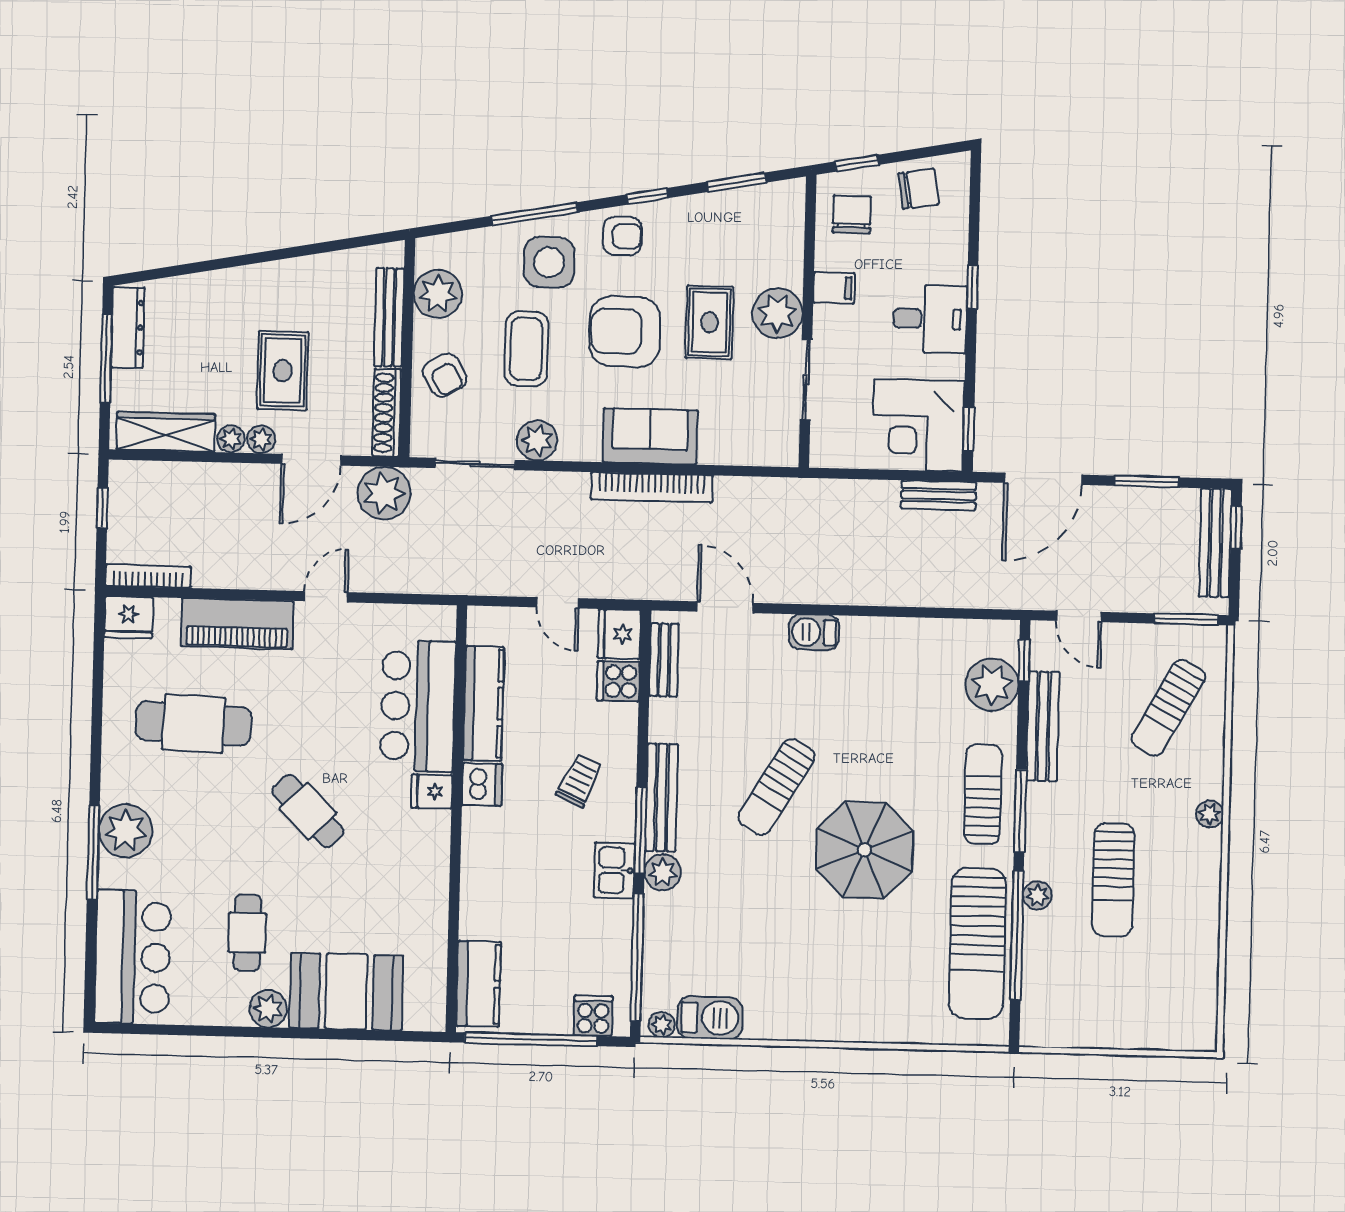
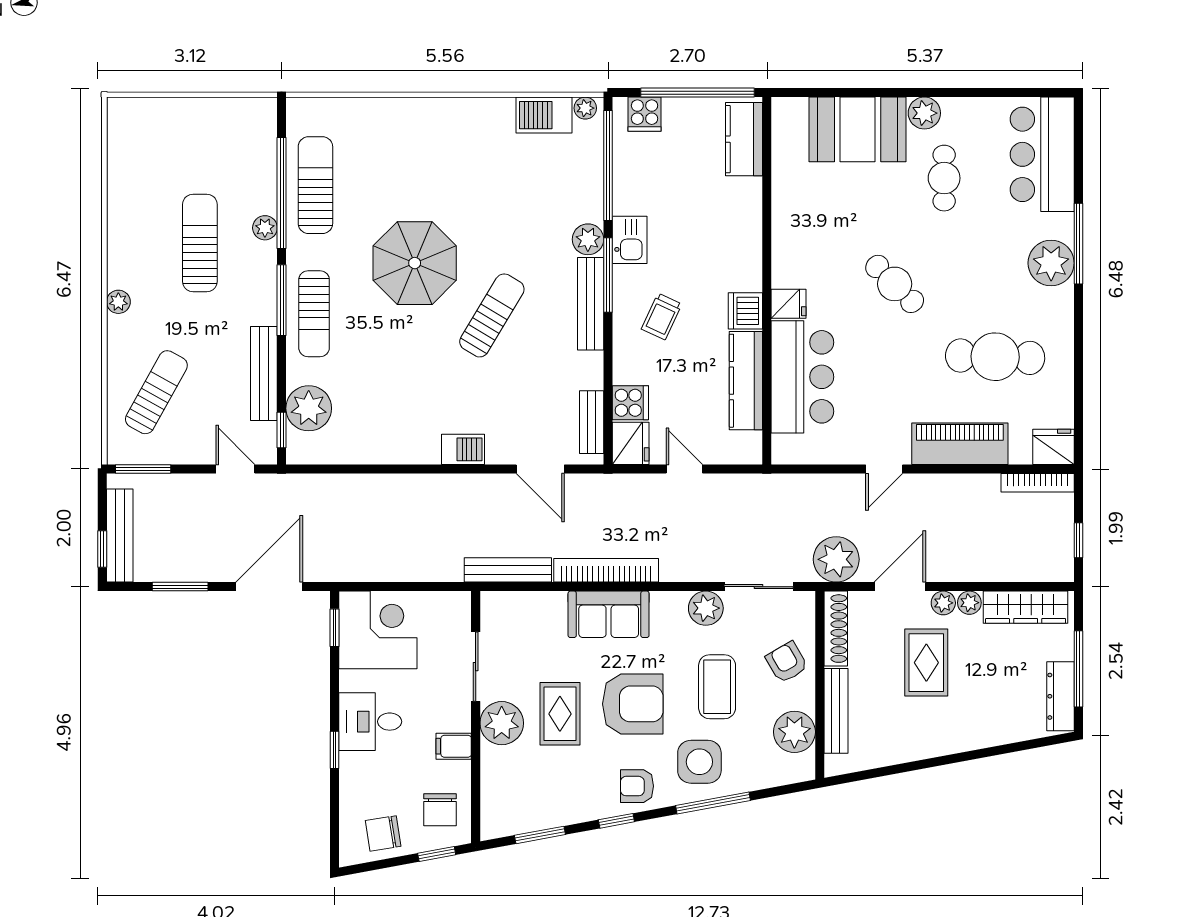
bench: (938, 495) -> (508, 570), moved, width x1.36
sun lounger: (977, 943) -> (315, 185), width x0.73, depth x0.75

